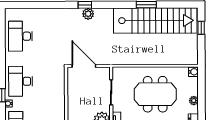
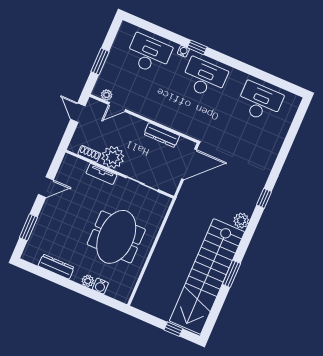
plant: (88, 14) -> (241, 221), moved
water cooler: (193, 72) -> (100, 286), moved
dresser: (72, 93) -> (162, 135), added

